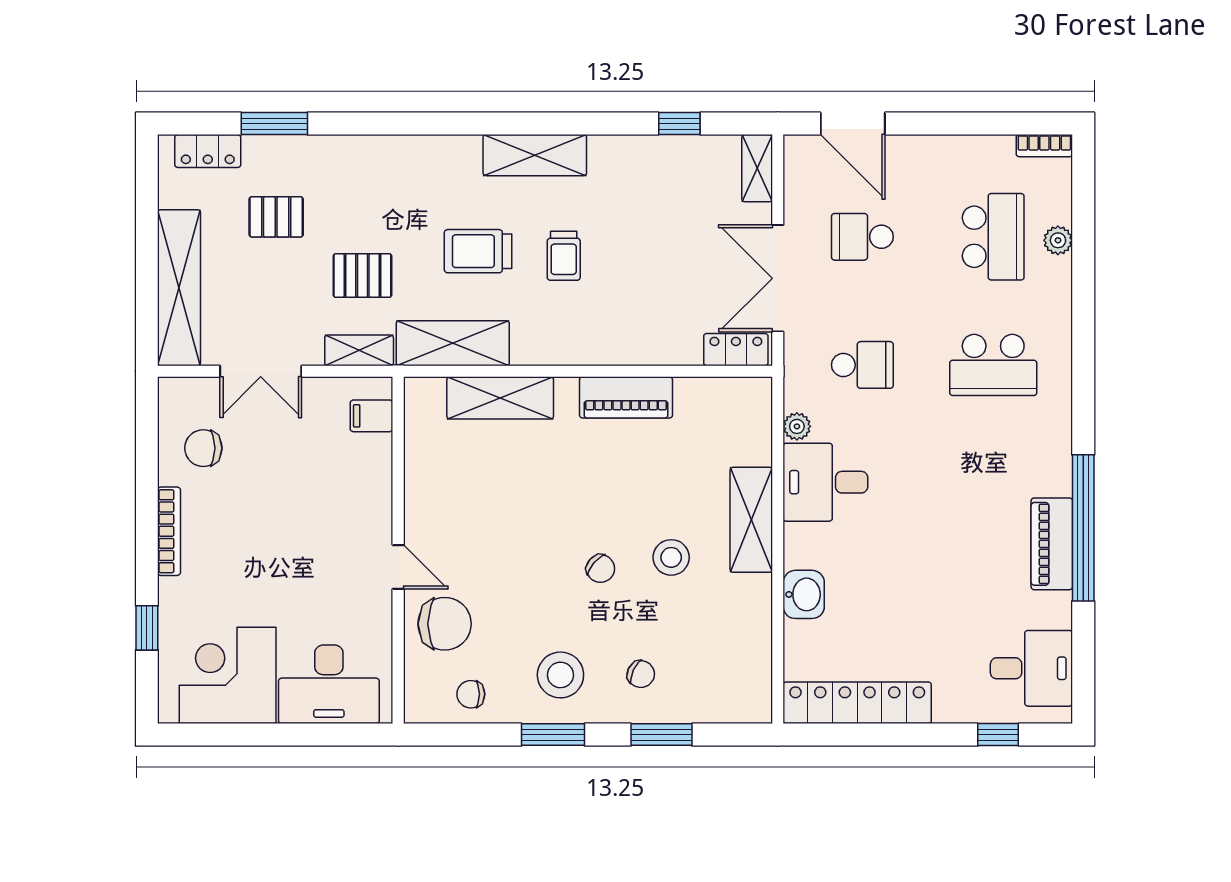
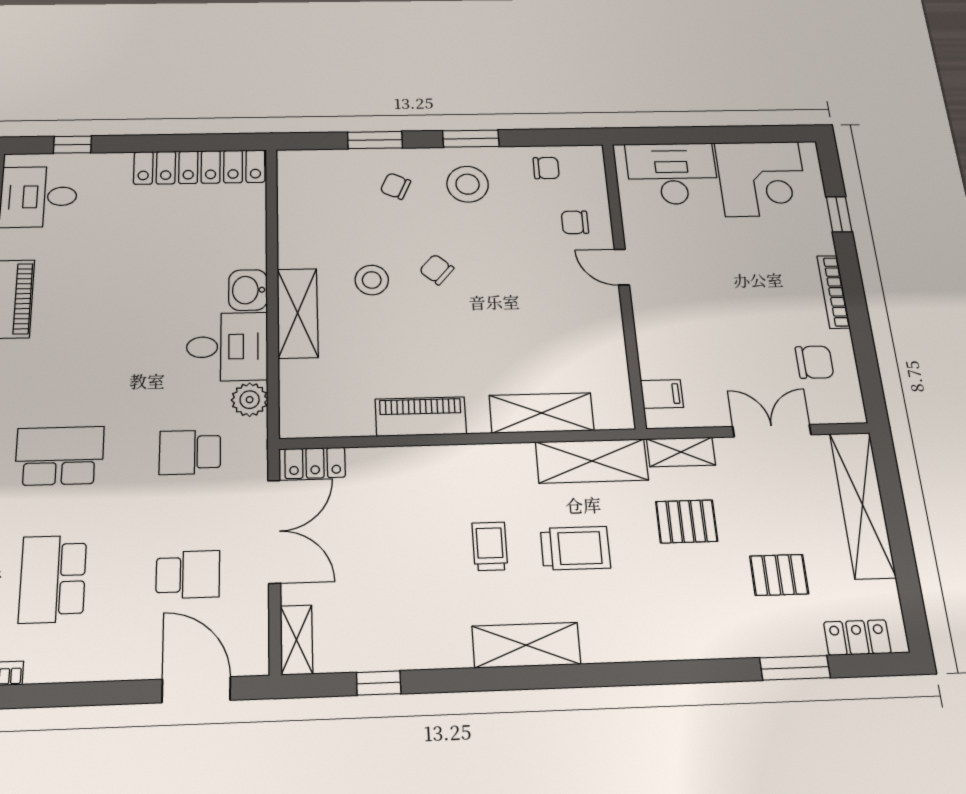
plant: (797, 426) -> (250, 400), width x1.38, depth x1.38
washbasin: (804, 594) -> (248, 290), moved
chair: (445, 624) -> (575, 222), width x0.54, depth x0.54

